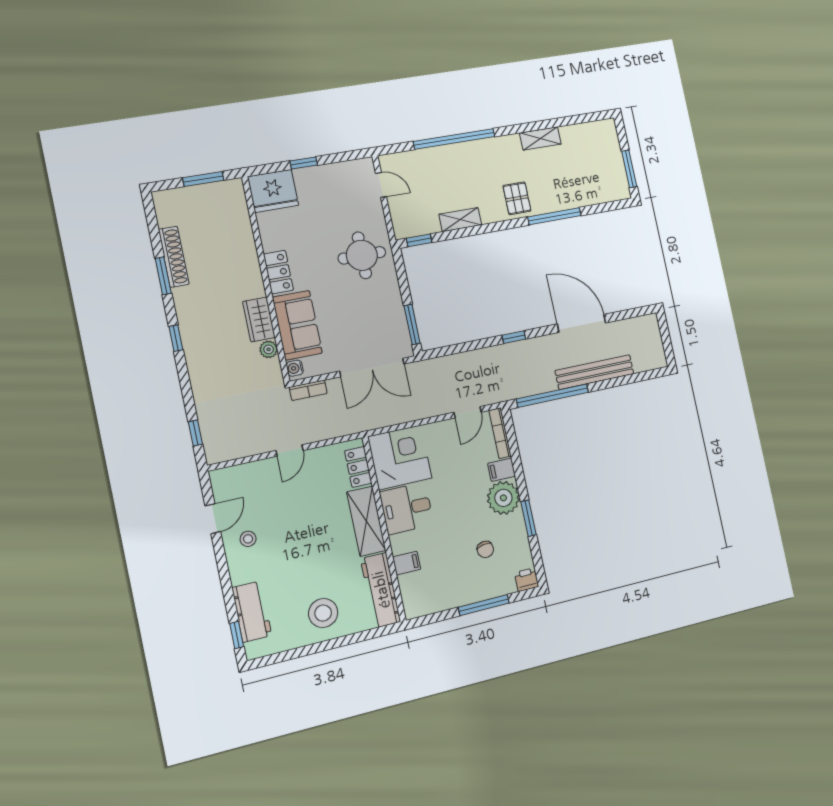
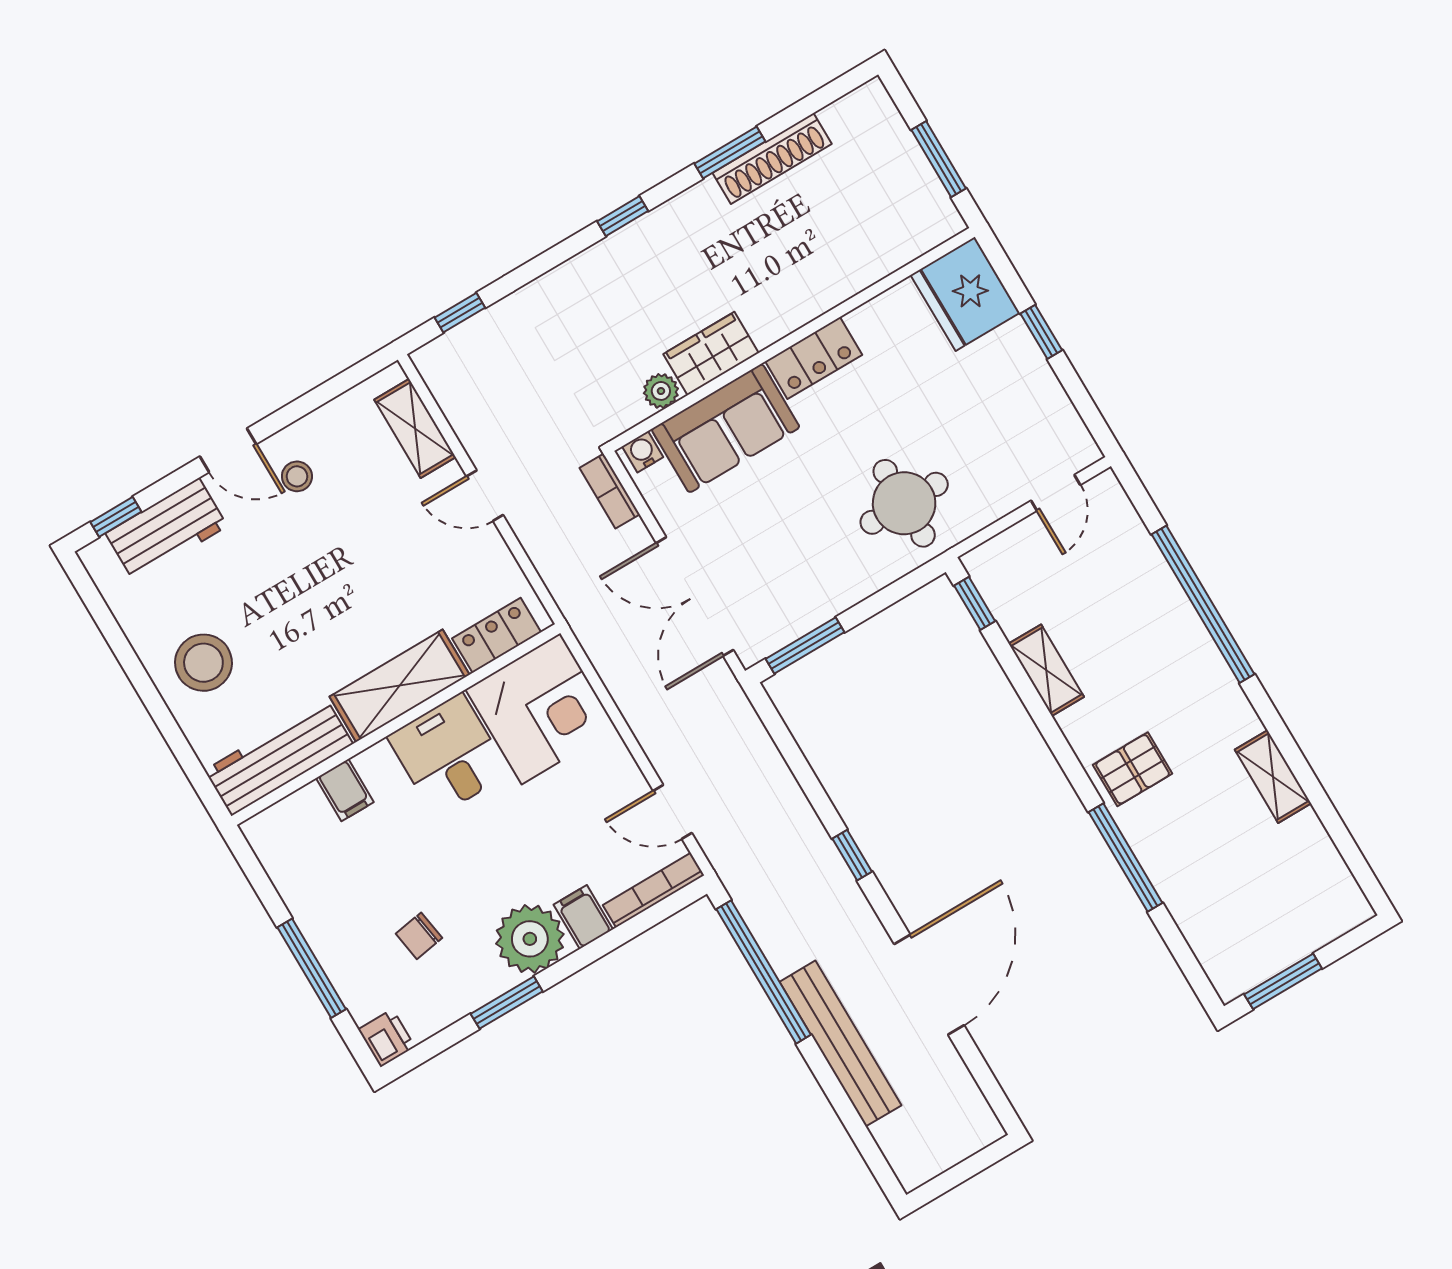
shelving: (245, 474) -> (415, 428), added
door: (213, 519) -> (228, 450), moved

